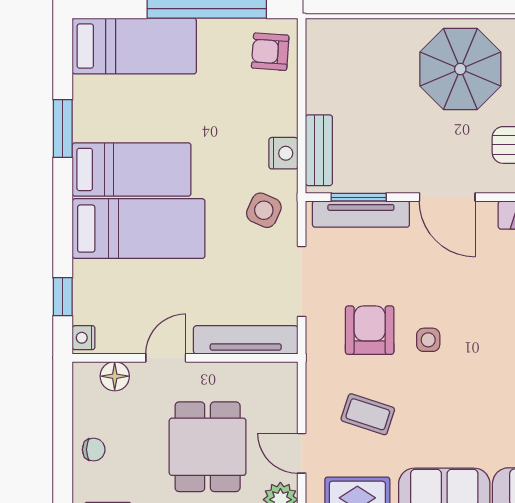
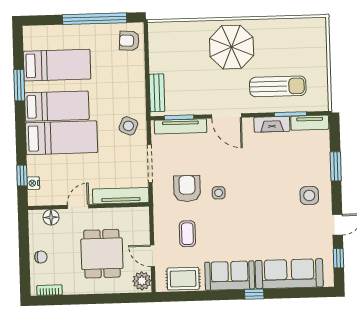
bed: (134, 46) -> (57, 65), moved
nightstand: (283, 153) -> (138, 95), removed
nightstand: (84, 338) -> (33, 183), moved
coffee table: (368, 414) -> (187, 234), turned 72

